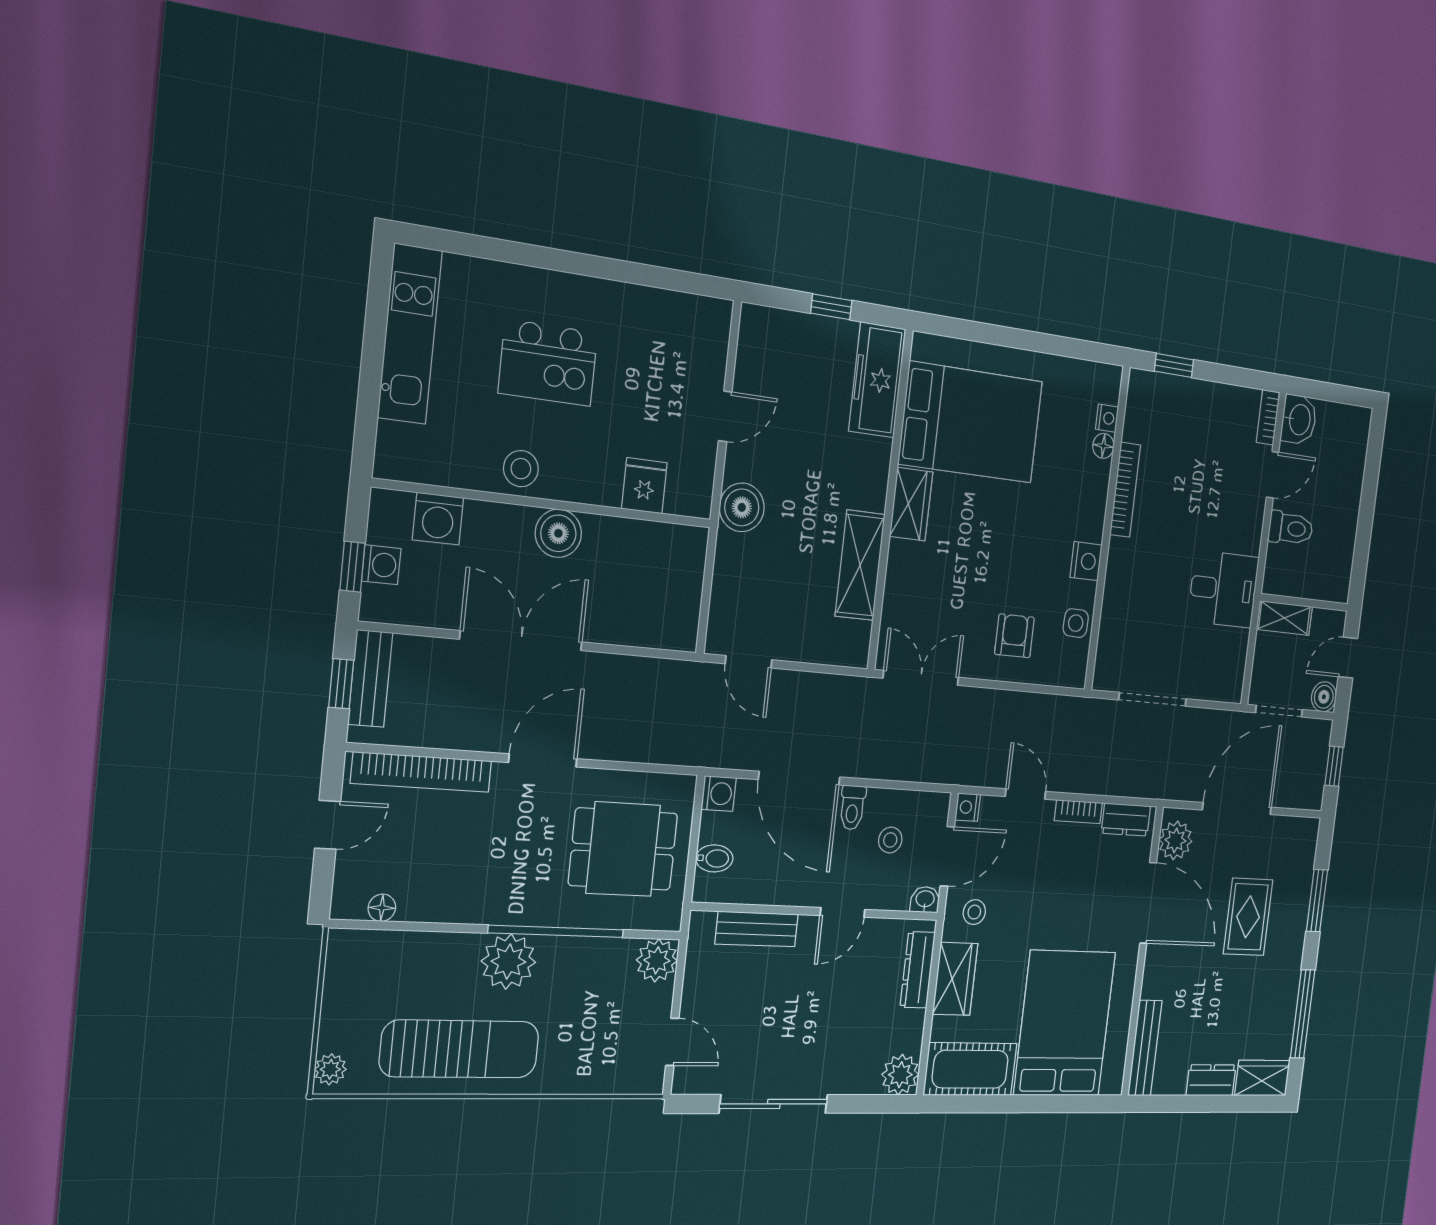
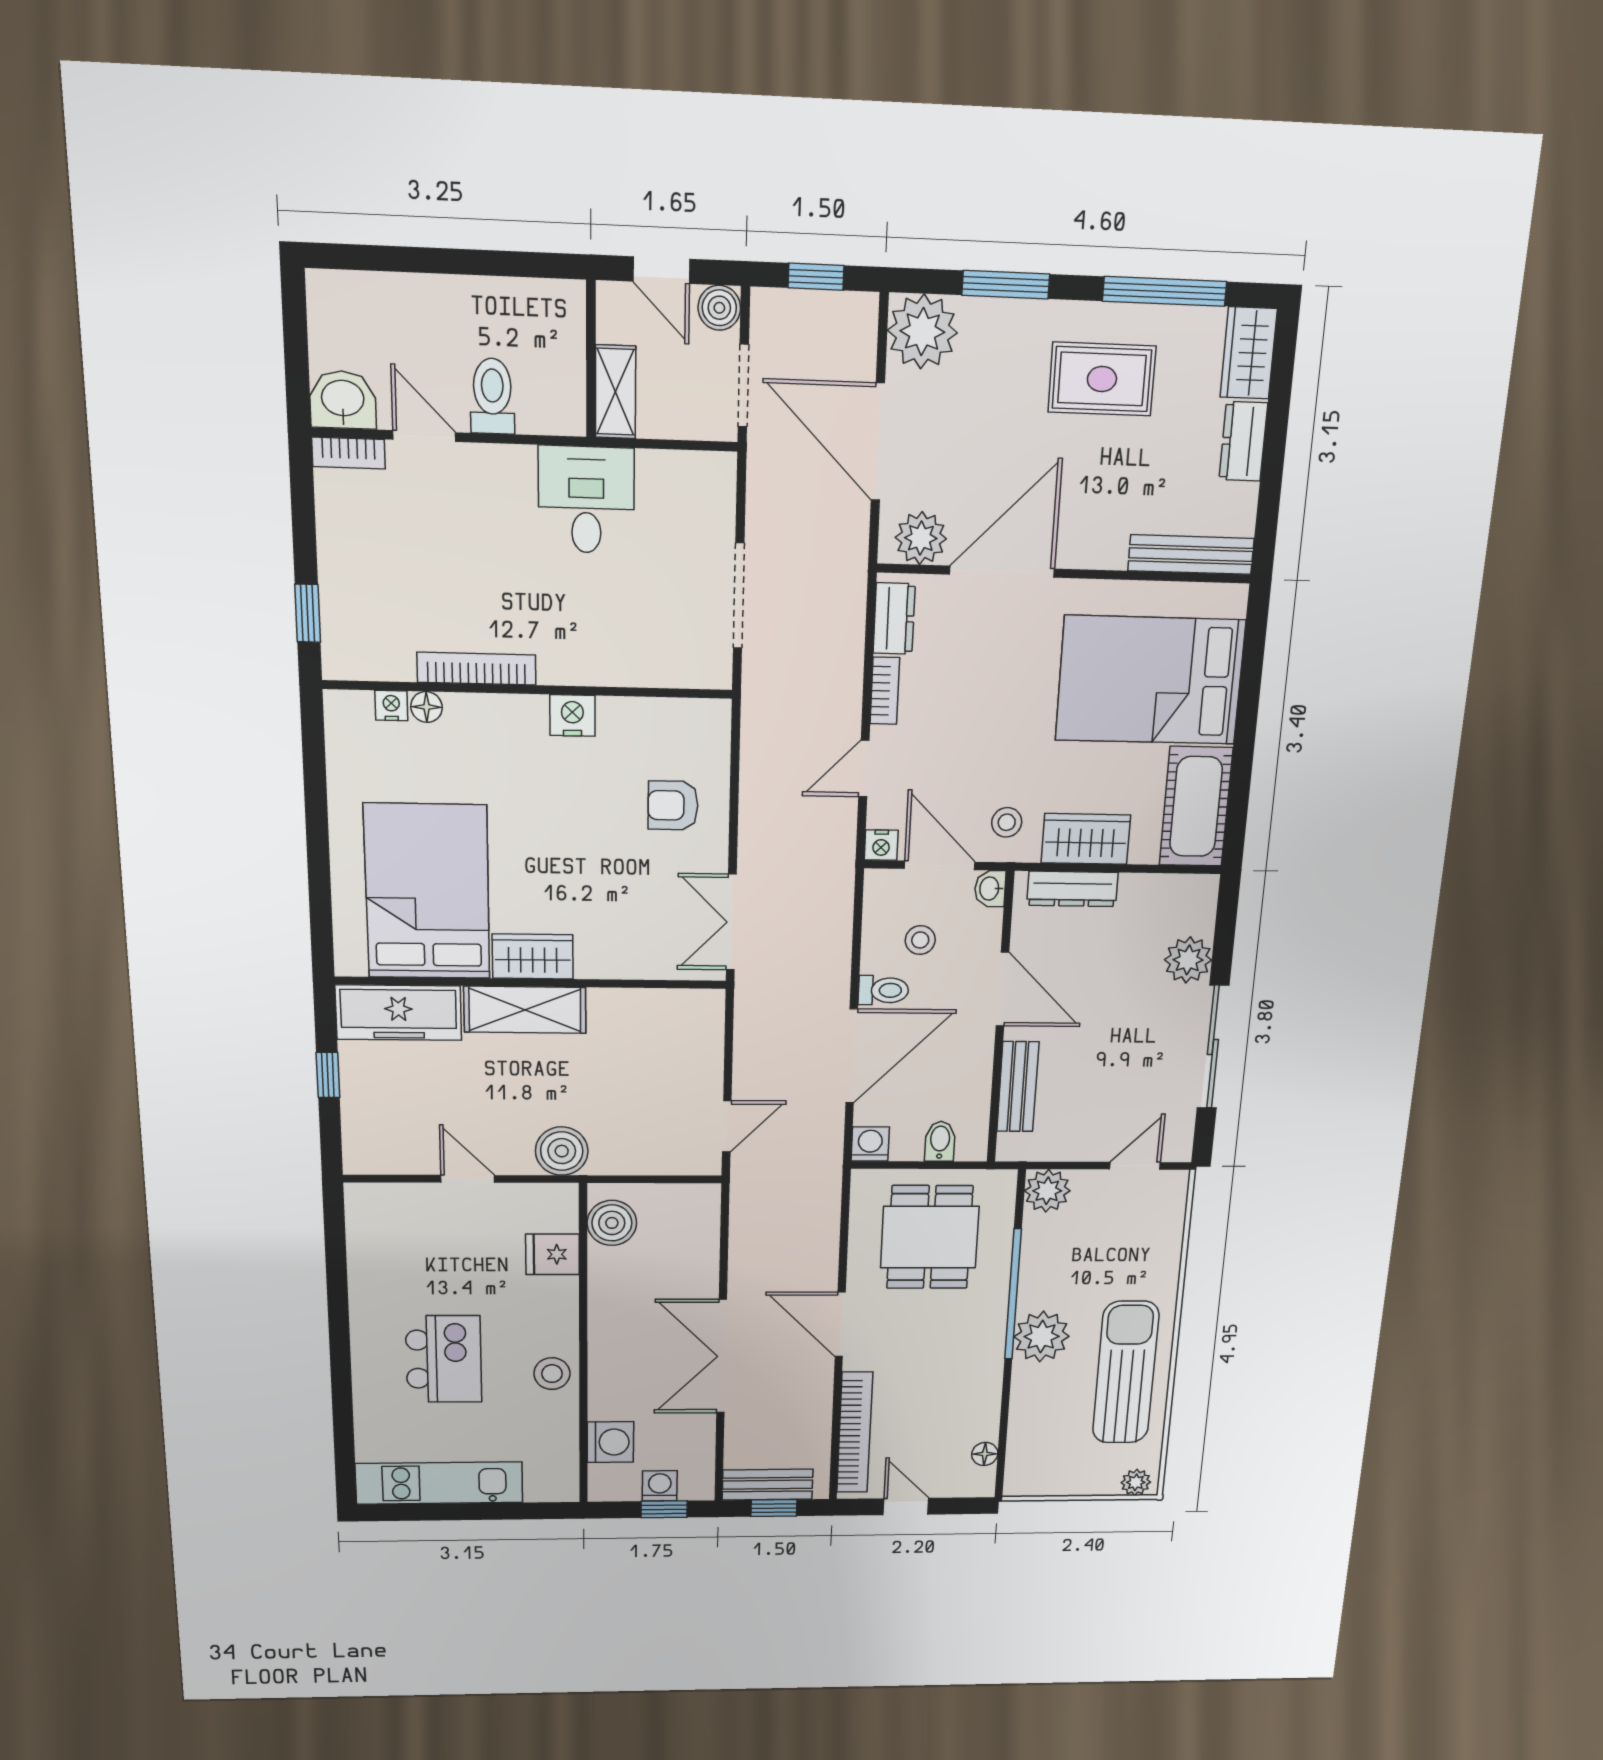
boiler: (558, 533) -> (612, 1223), moved
shelving: (860, 565) -> (525, 1010), moved
side table: (1076, 623) -> (650, 722), removed
plant: (1297, 841) -> (922, 332), added
door: (843, 912) -> (1002, 989), width x1.38
rug: (1248, 917) -> (1102, 379), moved
plant: (900, 1075) -> (1188, 960), moved

